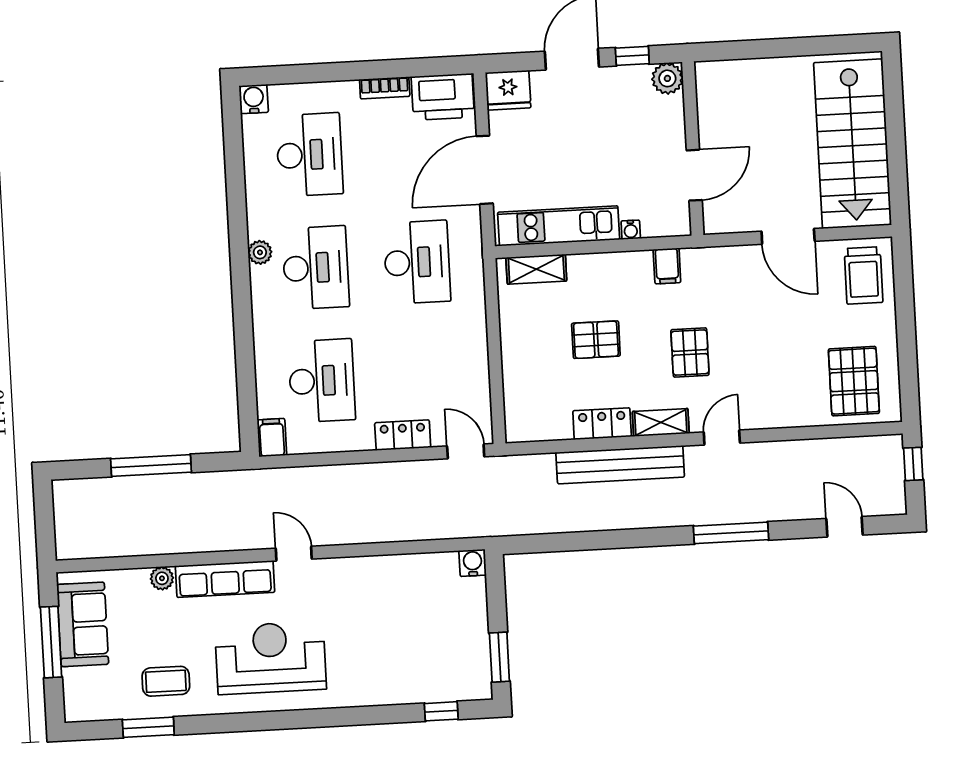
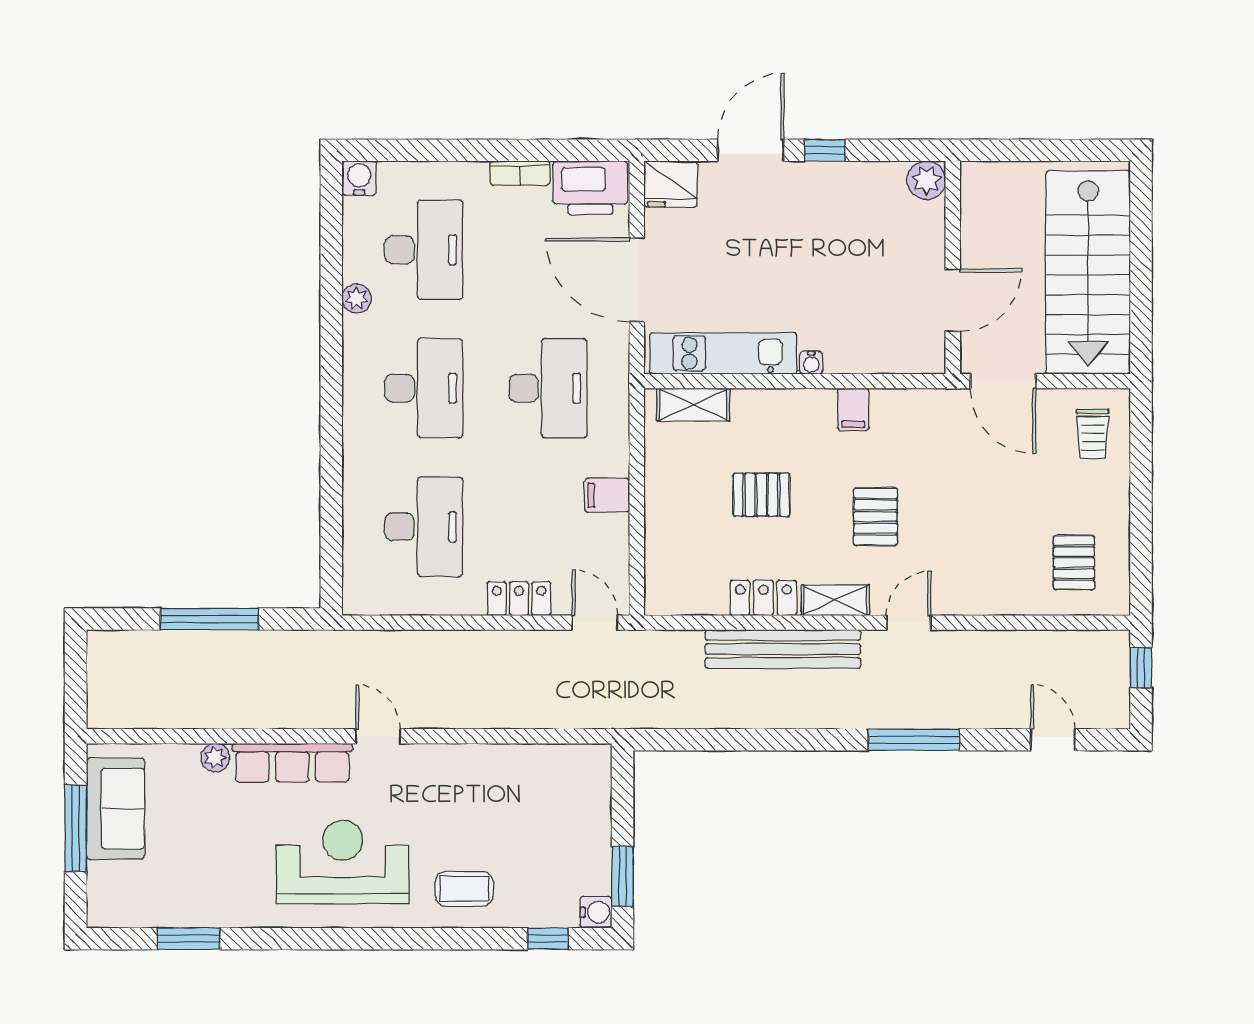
plant: (667, 78) -> (926, 180), moved
wall: (693, 148) -> (953, 267), moved
door: (485, 170) -> (637, 280), hinge flipped
door: (694, 175) -> (953, 300), moved
plant: (260, 252) -> (357, 299), moved
trolley: (863, 275) -> (1093, 434), width x0.73, depth x0.72
pallet: (854, 381) -> (1074, 562), width x0.67, depth x0.71
filing cabinet: (272, 438) -> (607, 495), moved, turned -90
water cooler: (473, 563) -> (596, 912), moved, turned 90
coffee table: (166, 681) -> (464, 889), moved

